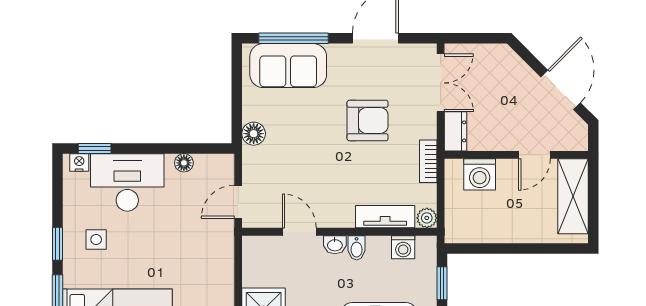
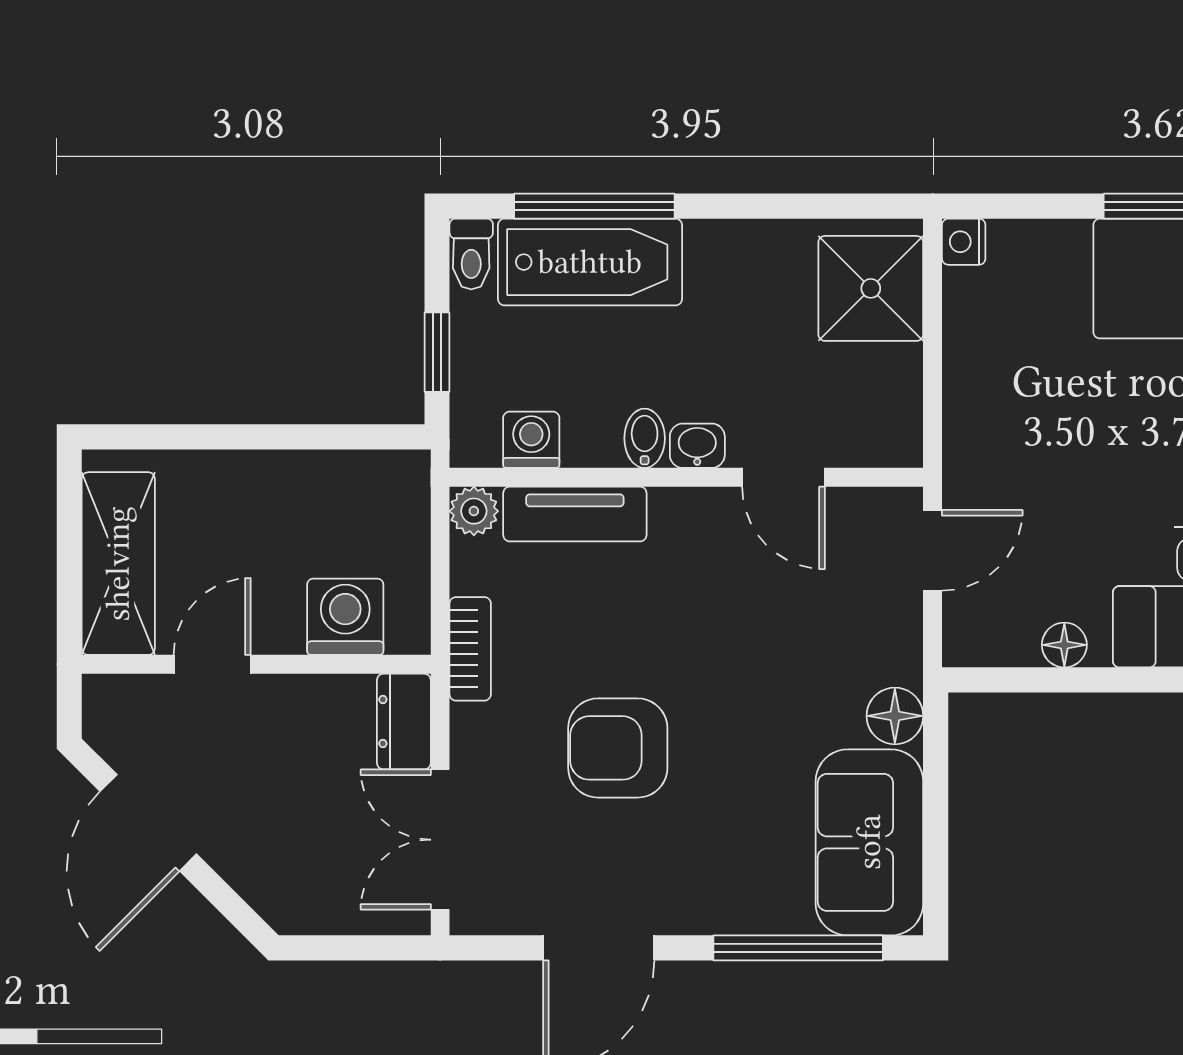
sofa: (288, 66) -> (869, 842), moved, turned -90

